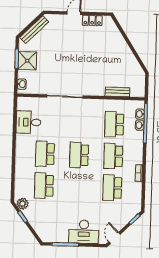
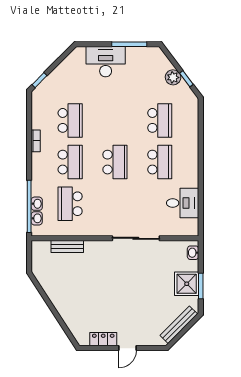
school desk: (114, 124) -> (70, 204), turned 180
plant: (23, 204) -> (173, 77), moved
door: (115, 238) -> (65, 55), removed

